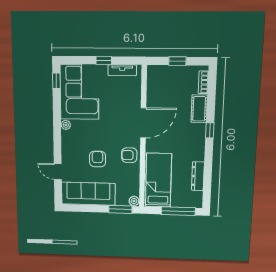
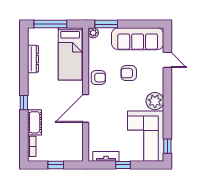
plant: (66, 125) -> (155, 101), width x1.87, depth x1.87
armchair: (98, 159) -> (129, 73), turned 90

